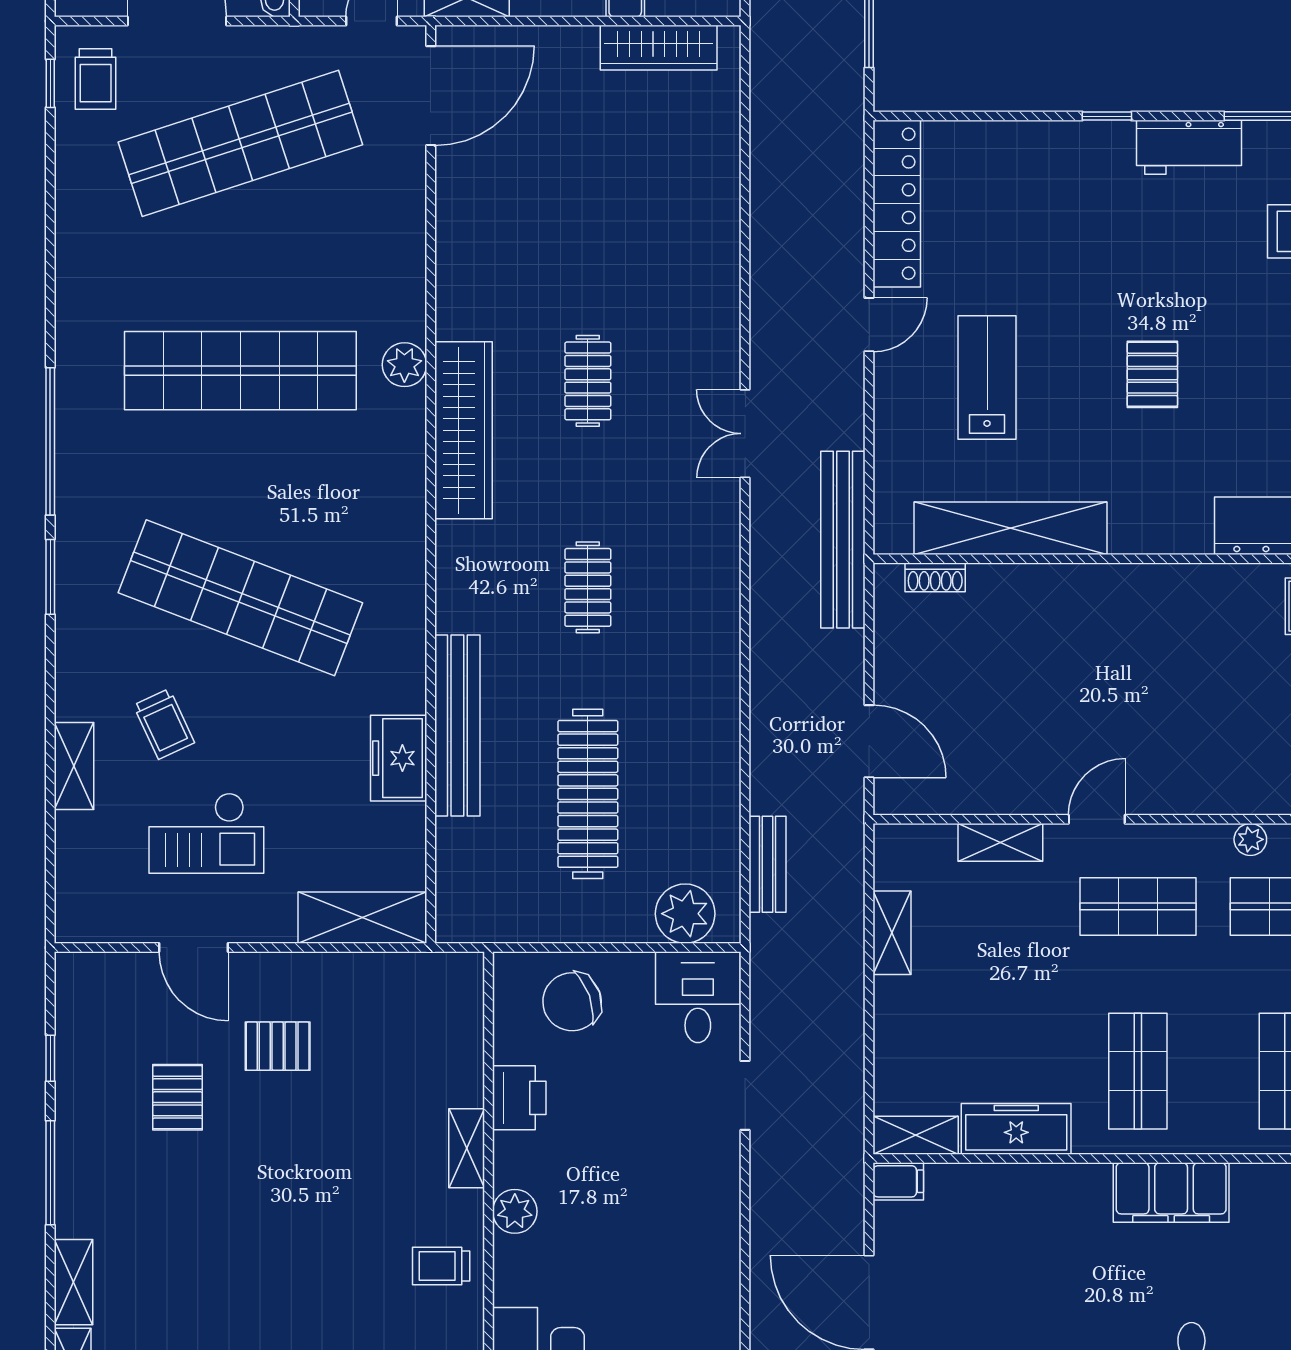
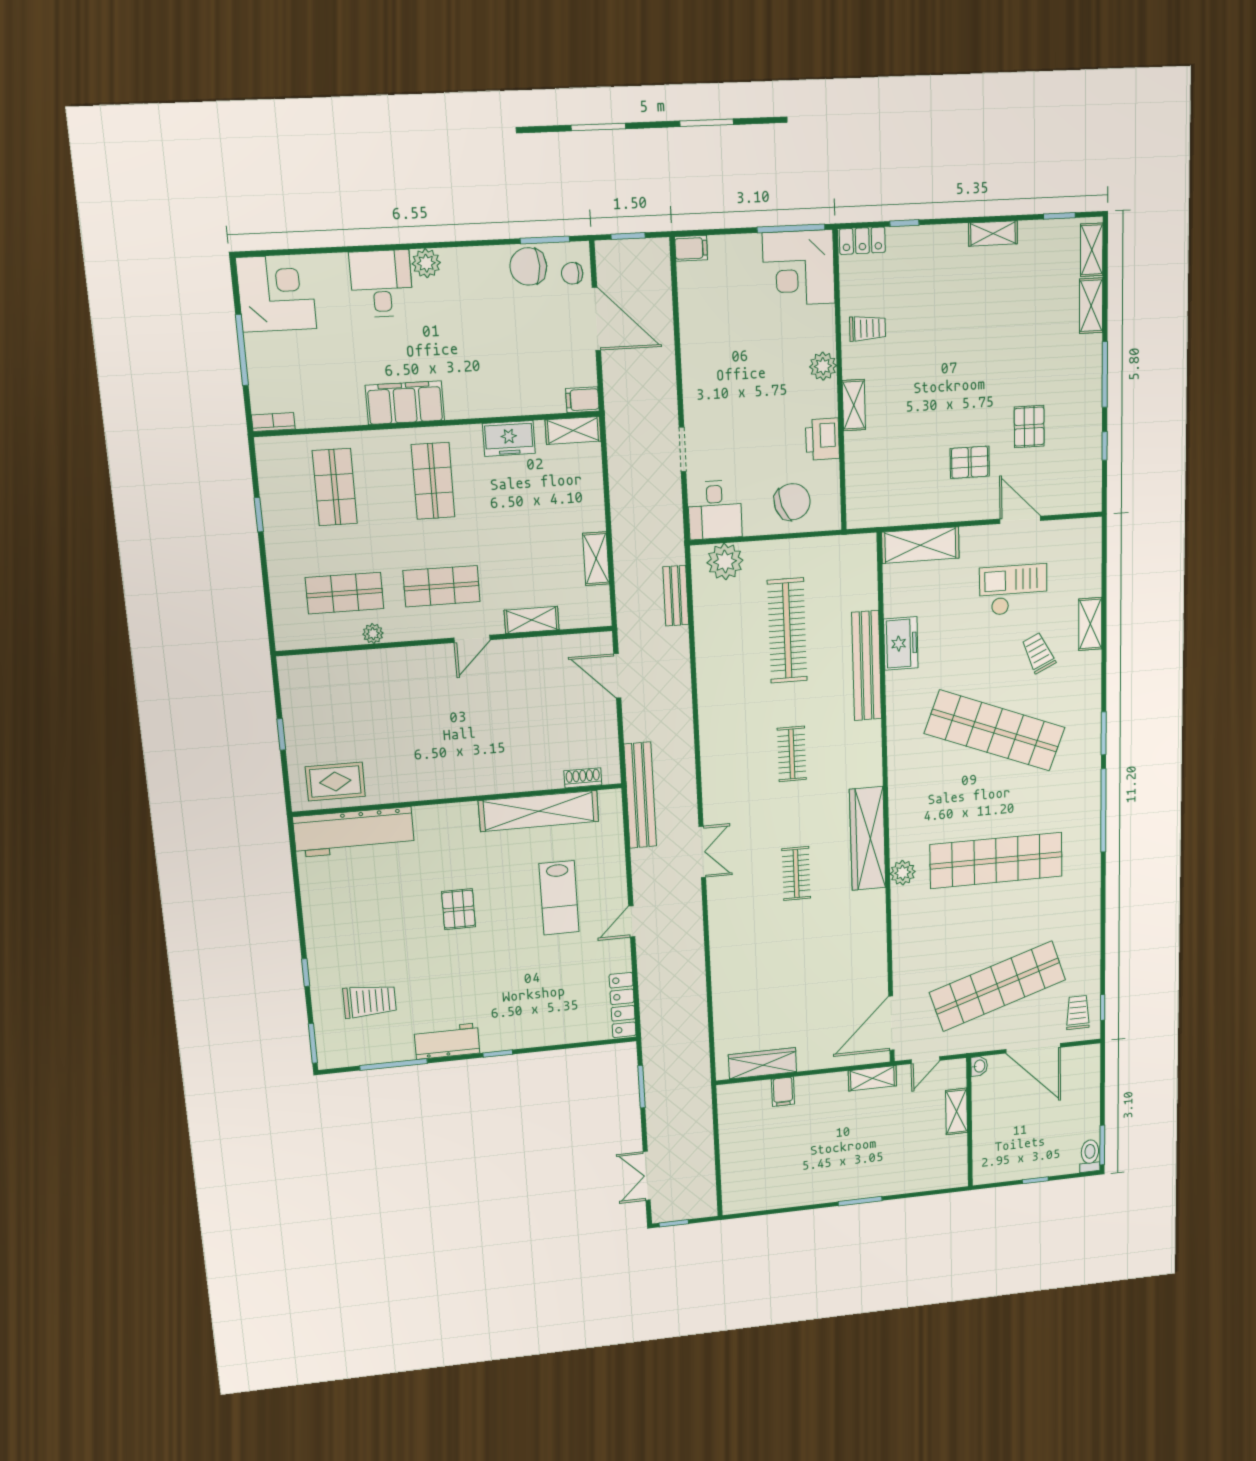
locker: (897, 204) -> (623, 1005), width x0.71, depth x0.83
freezer: (1016, 1129) -> (509, 438), width x0.71

